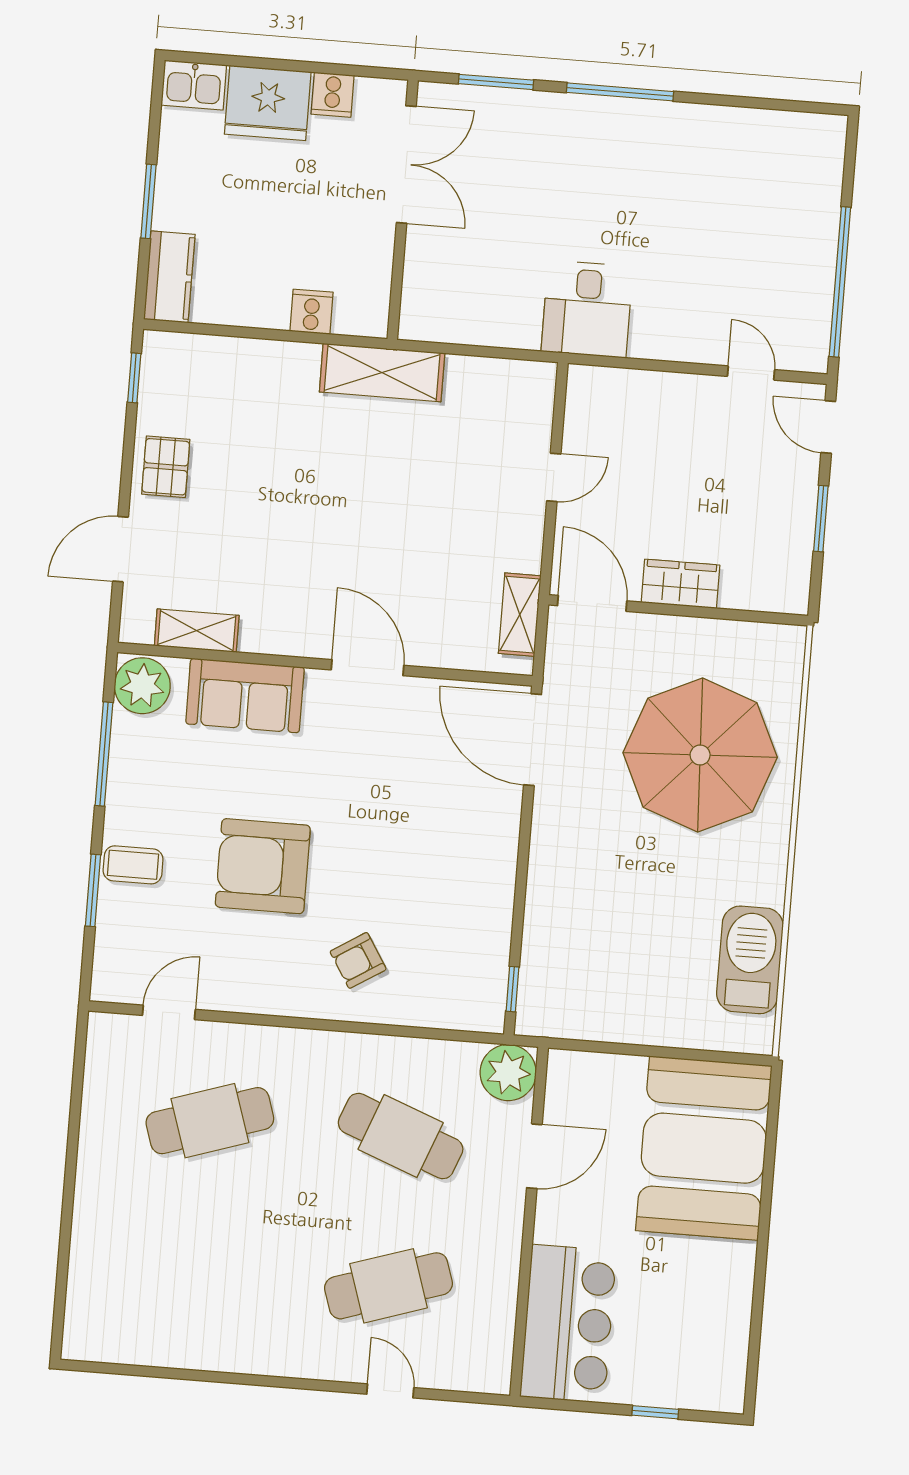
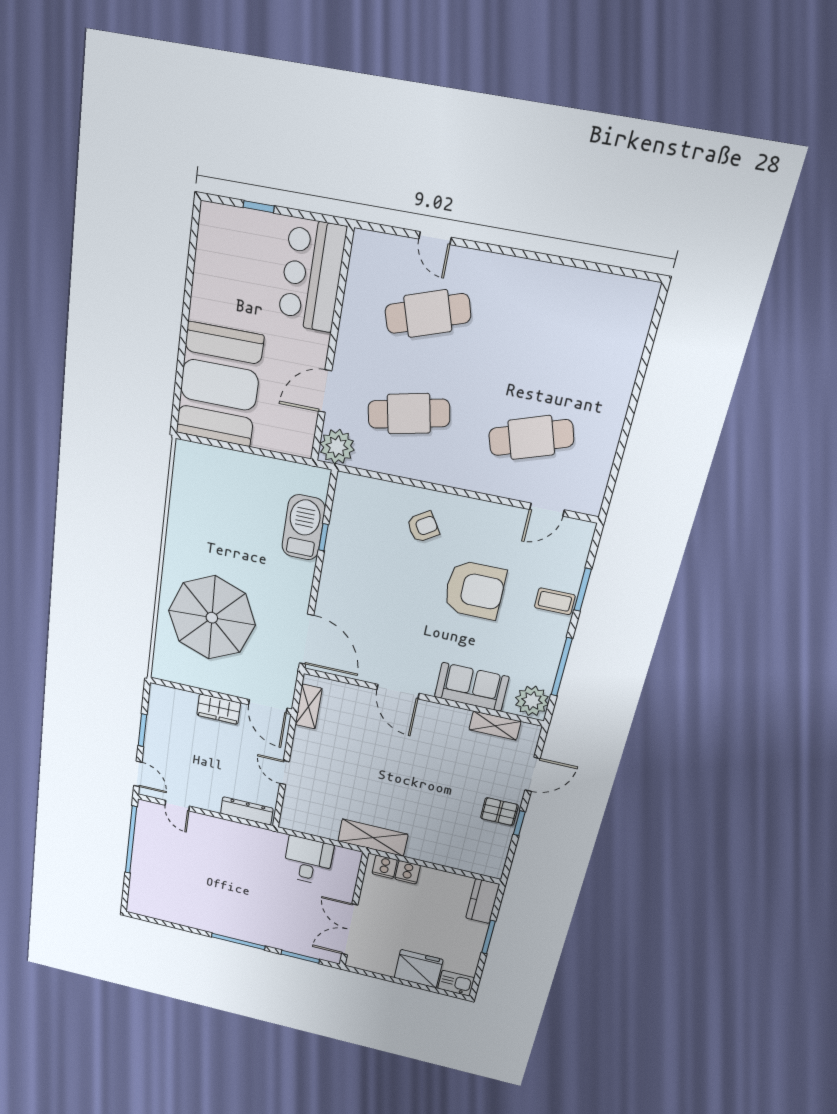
cooker: (333, 95) -> (385, 867), moved, turned 180
desk: (587, 309) -> (308, 860), moved
window: (134, 378) -> (519, 823), moved
dresser: (619, 386) -> (247, 811), added
pallet: (166, 467) -> (499, 812), turned 90
door: (554, 477) -> (284, 773), hinge flipped
barbecue: (750, 960) -> (303, 527), moved, turned 180
window: (512, 989) -> (324, 537), moved
cafe table: (401, 1136) -> (409, 414), turned -33

